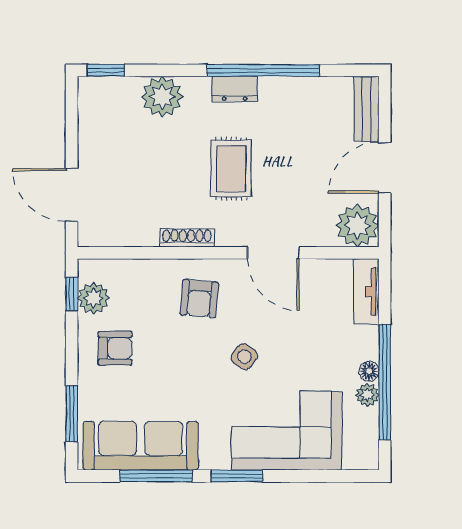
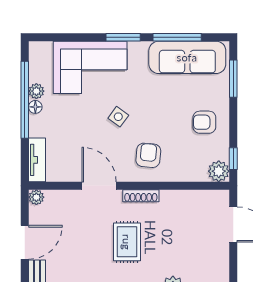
plant: (357, 226) -> (36, 197), width x0.53, depth x0.53
shoe rack: (187, 238) -> (141, 196), moved
plant: (93, 298) -> (219, 171), moved

